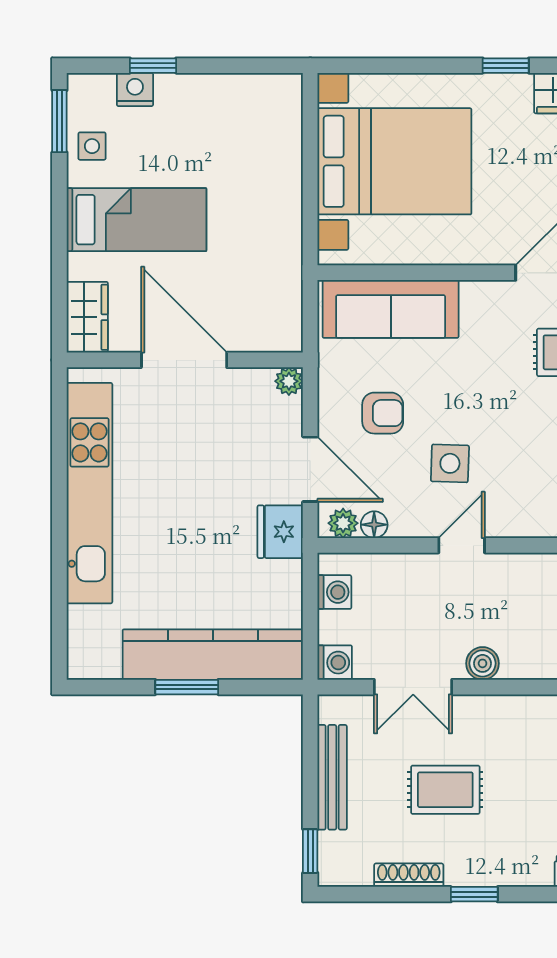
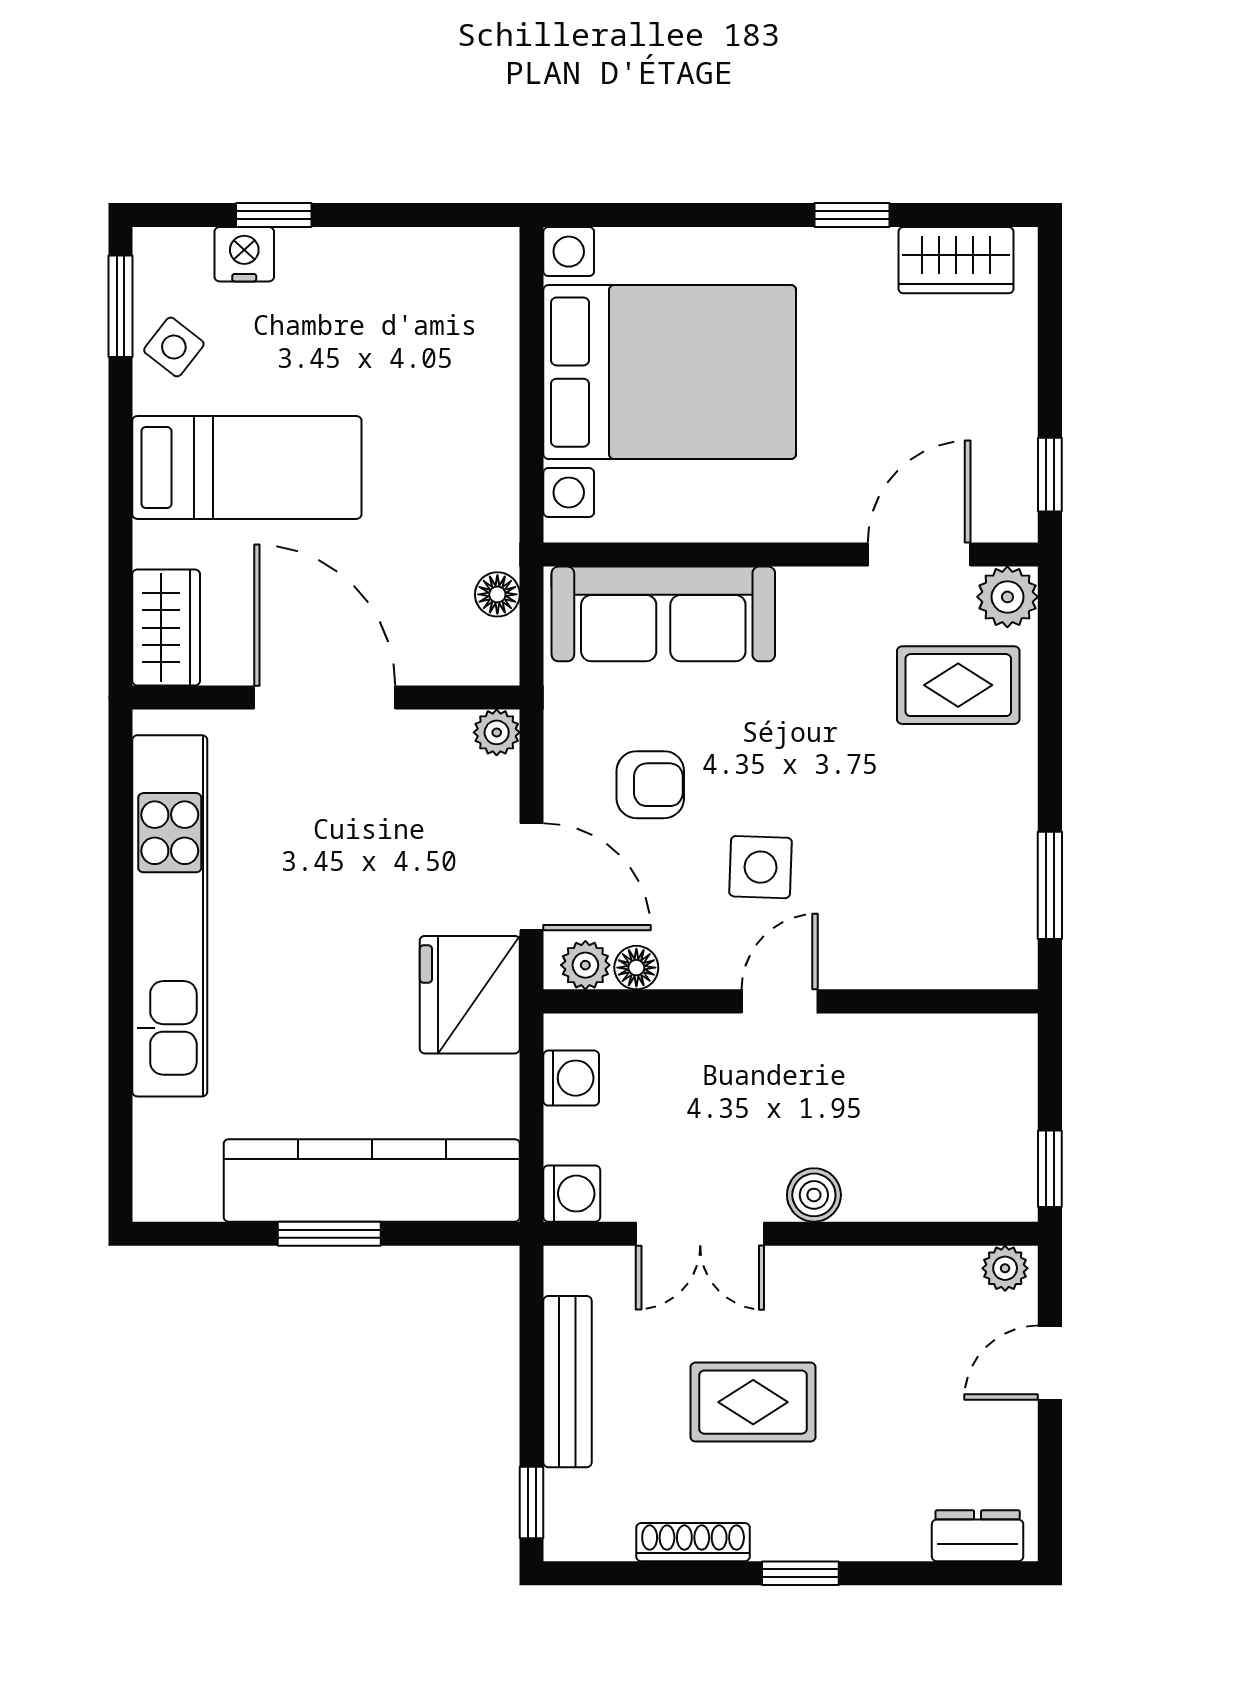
side table: (92, 146) -> (174, 347), turned 38
floor lamp: (289, 297) -> (497, 594), added
fridge: (280, 532) -> (470, 995), width x1.36, depth x1.34

